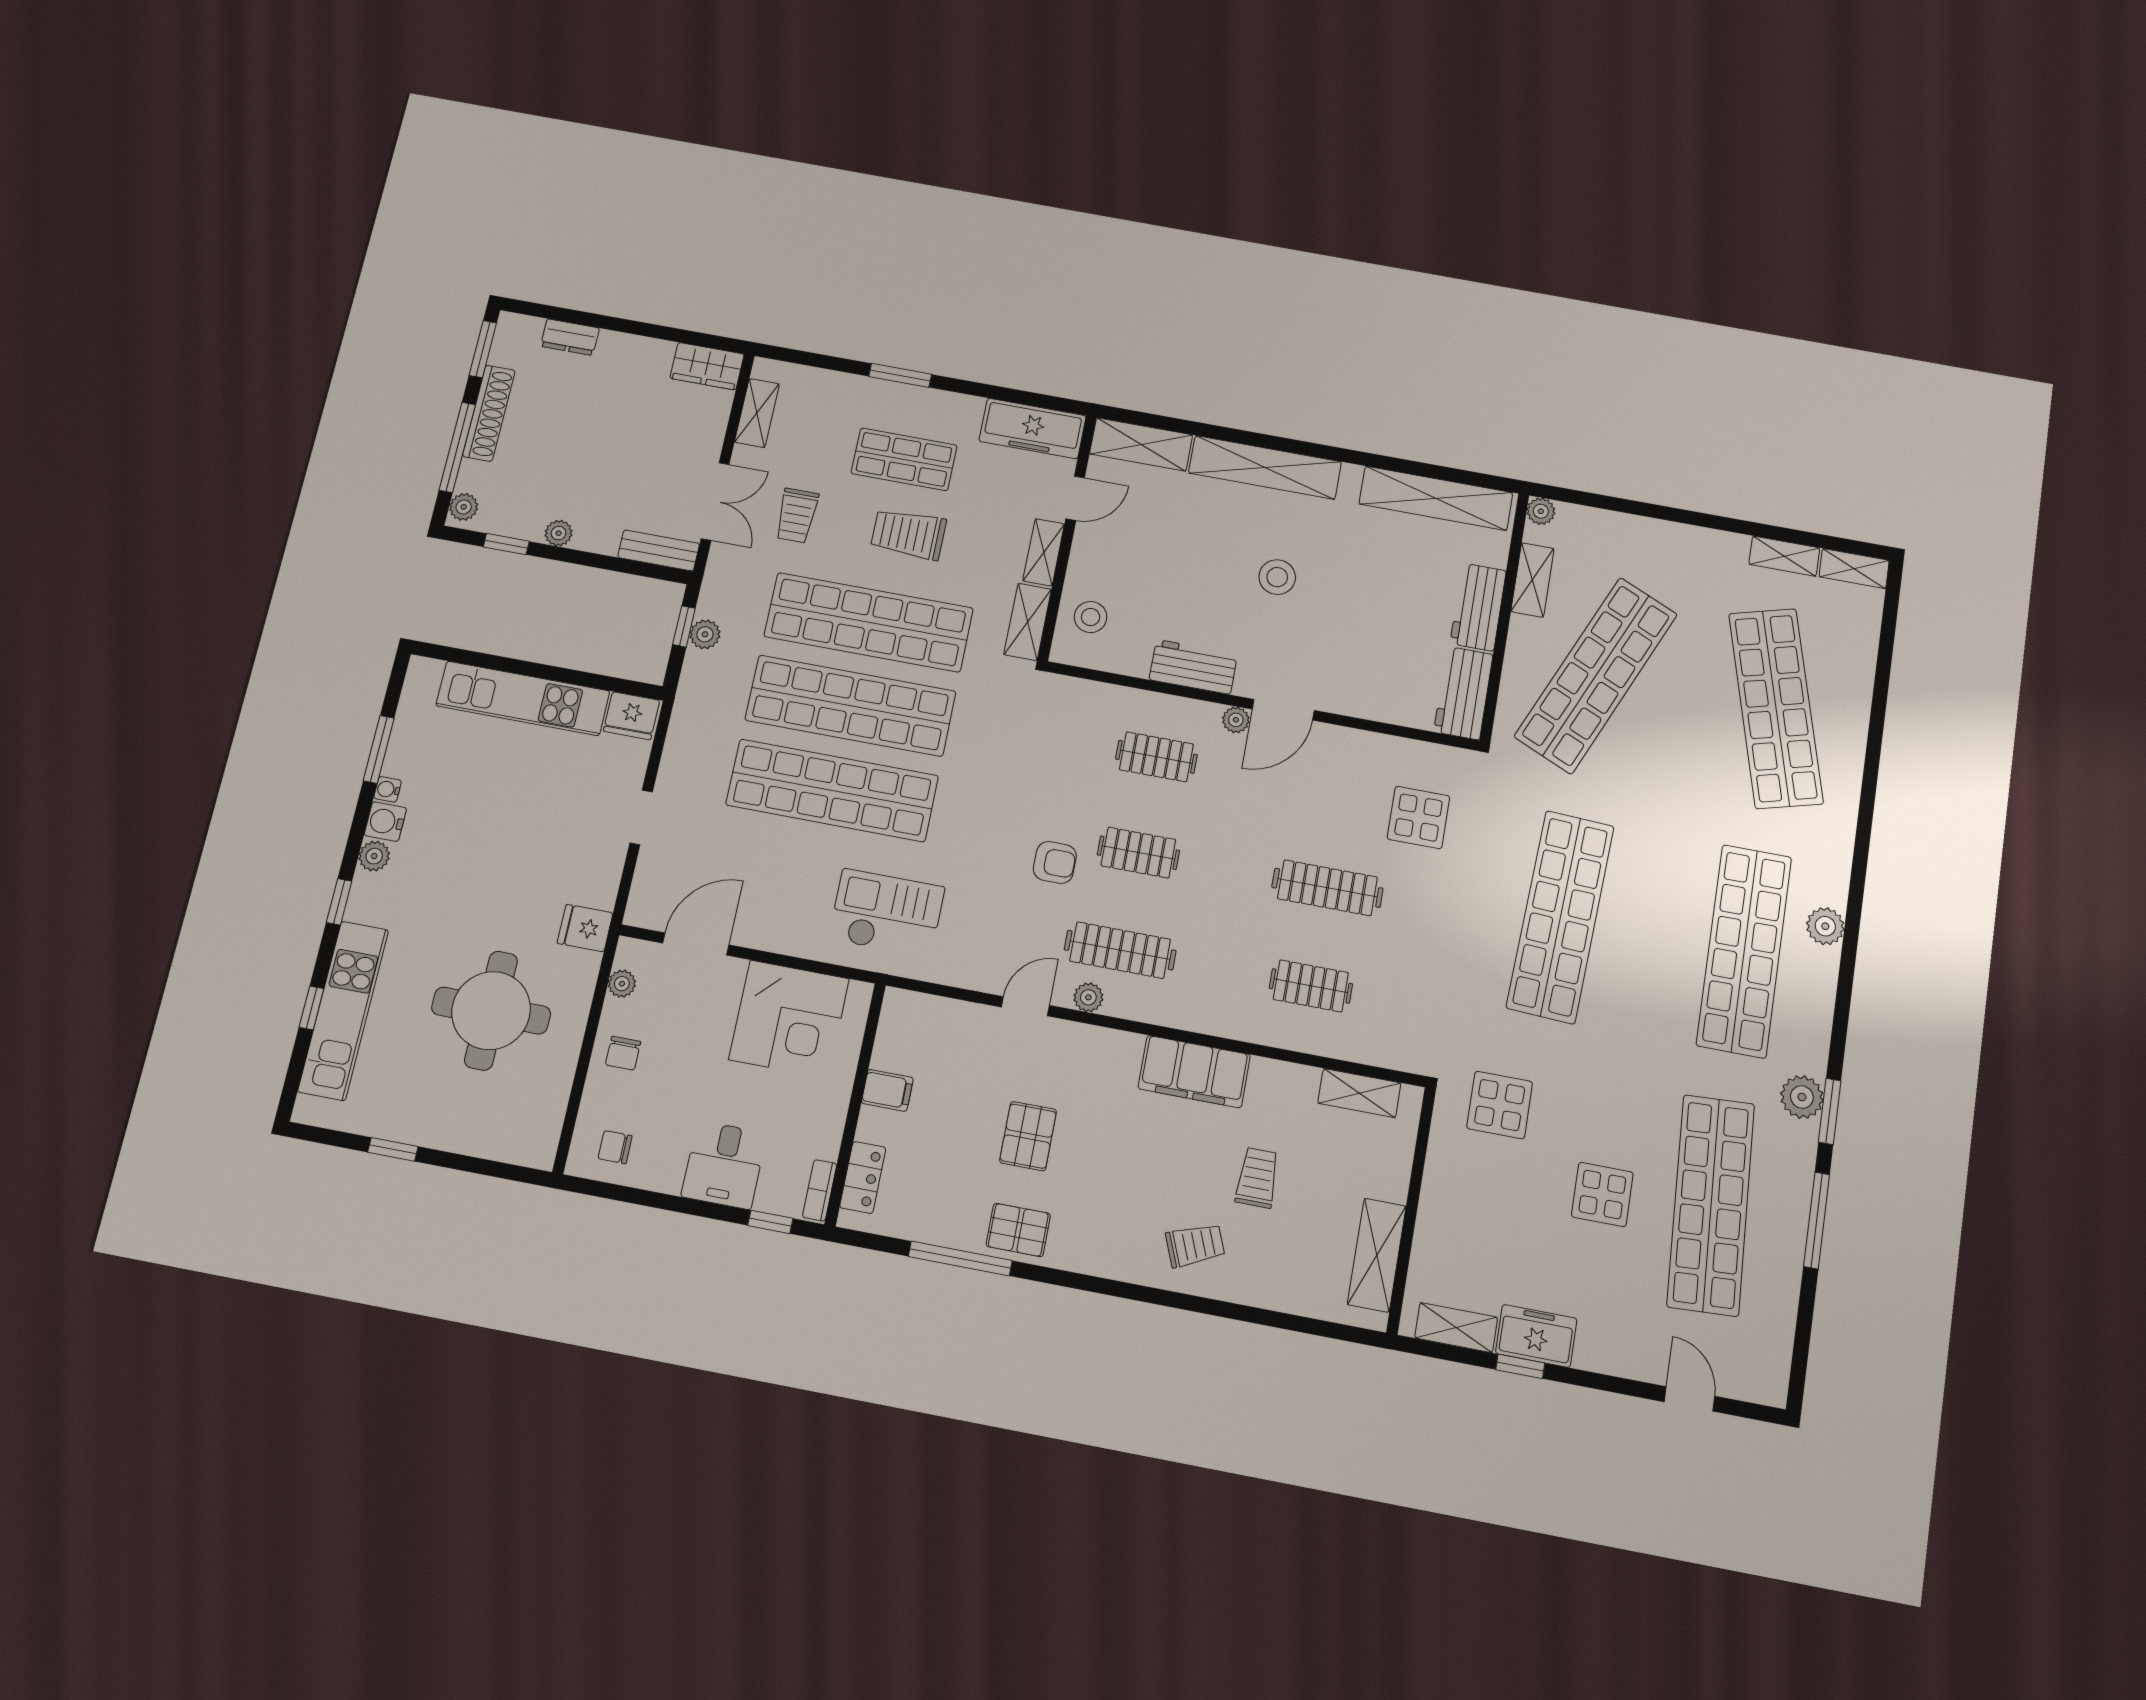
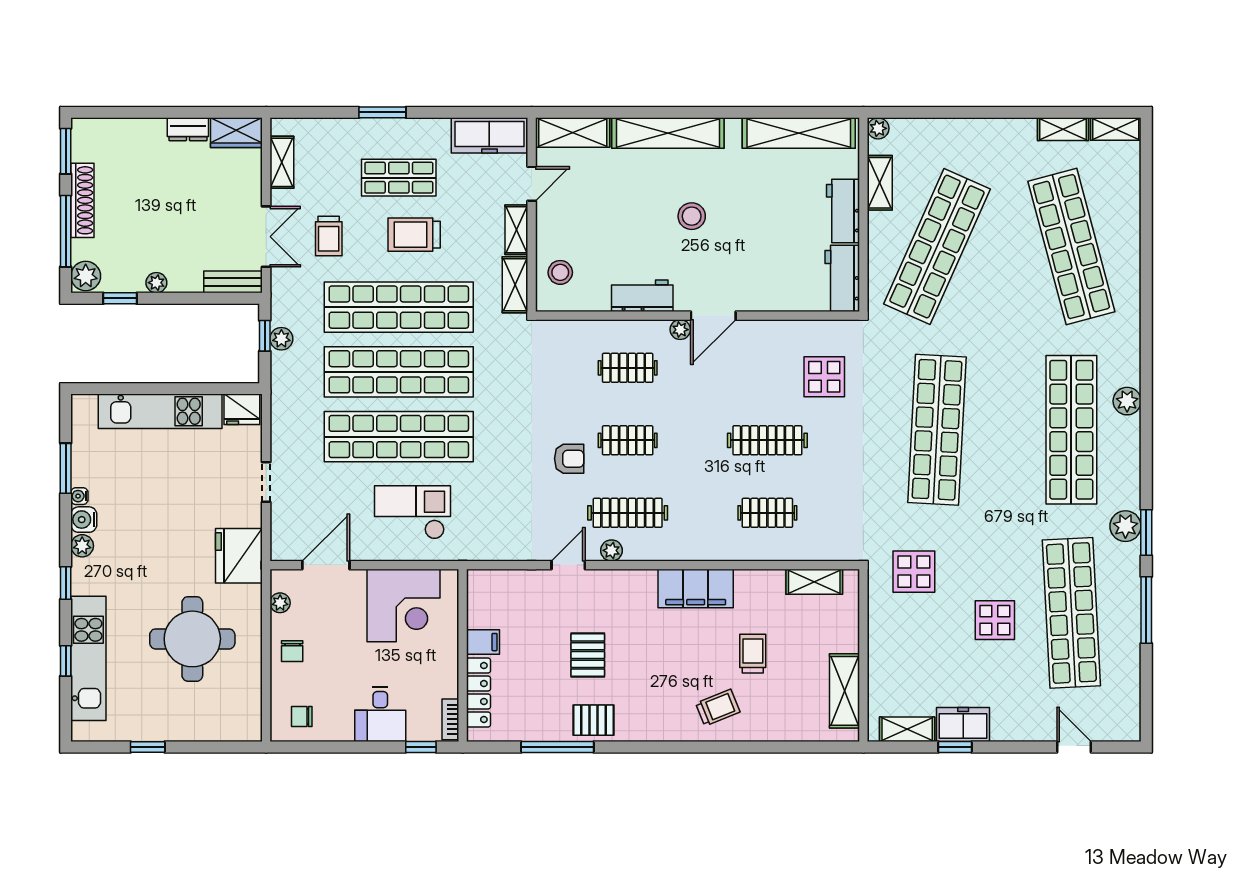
dresser: (570, 337) -> (188, 129), moved
plant: (464, 507) -> (86, 276), width x1.38, depth x1.38
checkout: (887, 913) -> (412, 512), moved
fridge: (585, 928) -> (239, 556), width x1.88, depth x1.34
locker: (863, 1177) -> (478, 693), width x1.53

